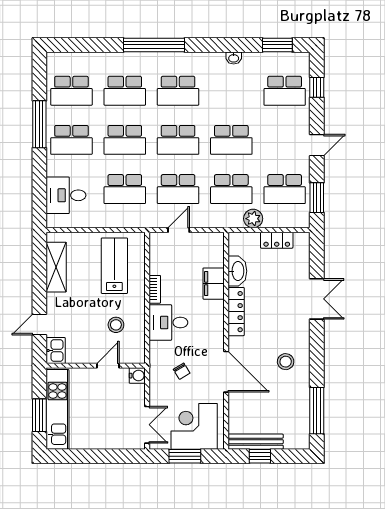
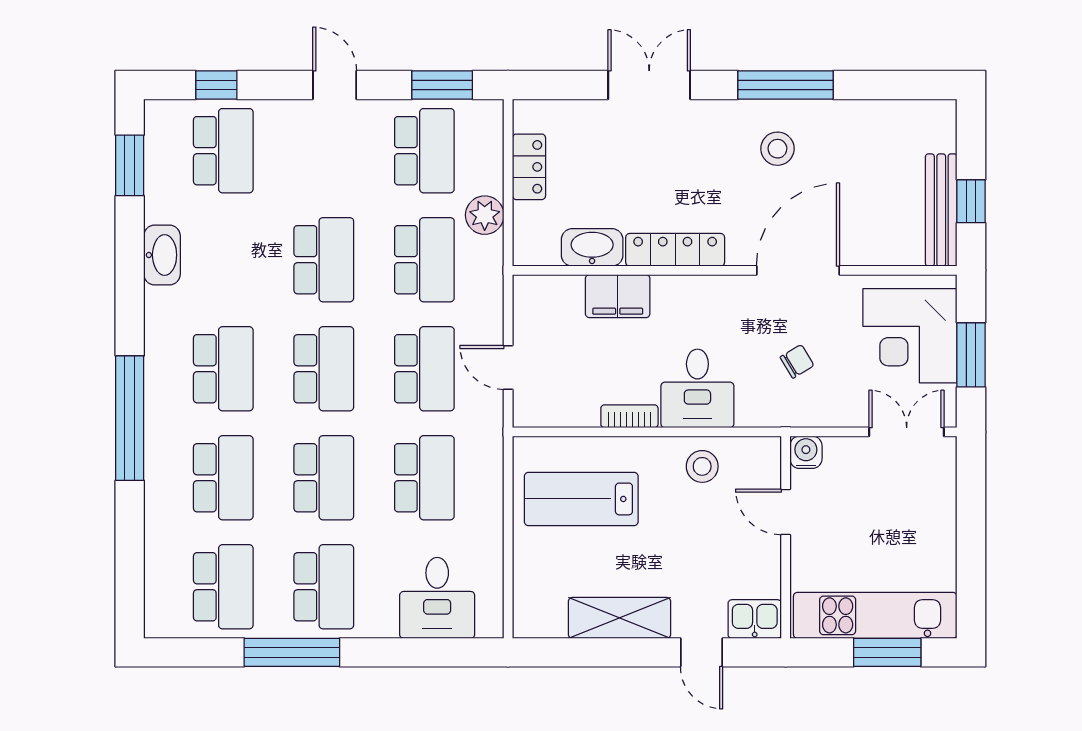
washbasin: (234, 58) -> (162, 255), width x1.91, depth x1.45
shelving: (56, 267) -> (620, 618), moved
stool: (116, 325) -> (702, 466), moved
window: (317, 411) -> (786, 85), moved

